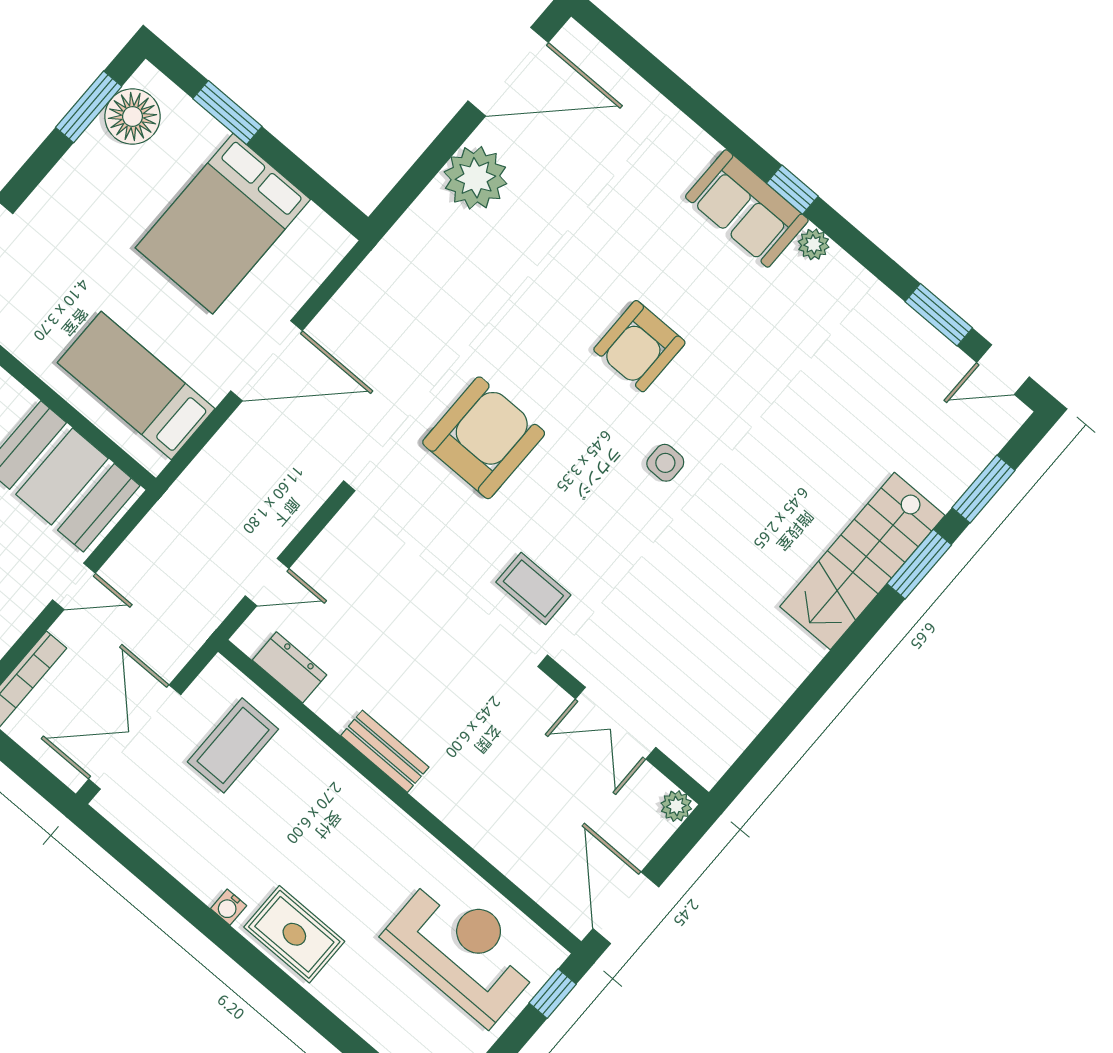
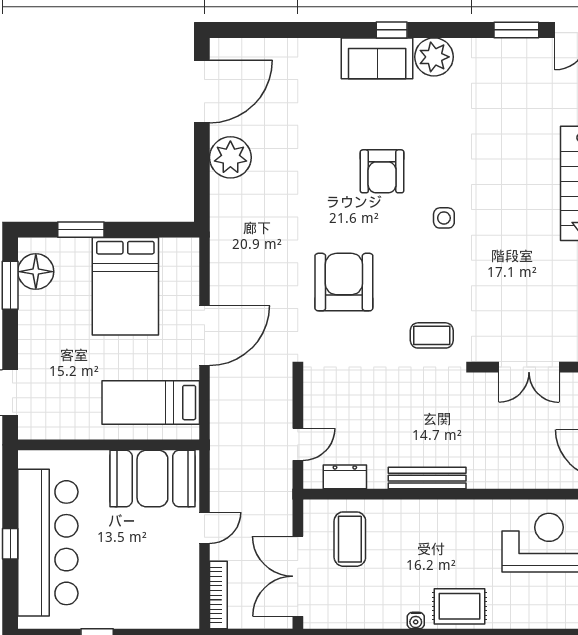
plant: (814, 244) -> (434, 57), width x1.87, depth x1.87
bench: (385, 751) -> (427, 478), width x1.36

